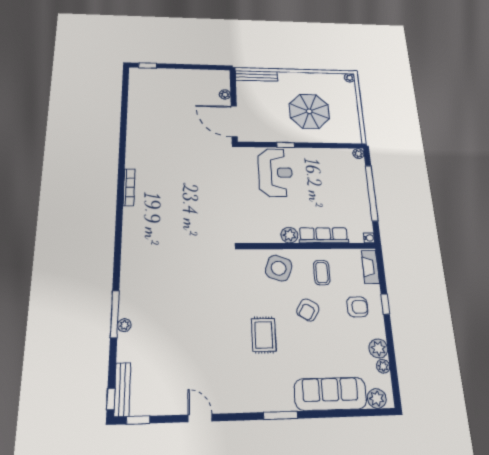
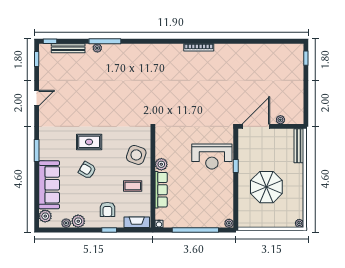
armchair: (308, 310) -> (87, 170), moved
bench: (122, 389) -> (68, 48), moved

